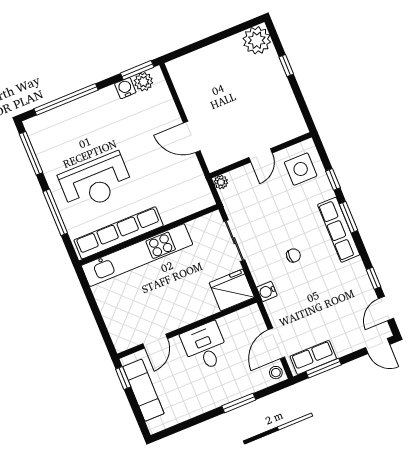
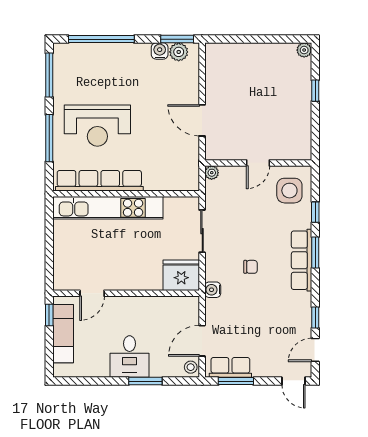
plant: (257, 40) -> (304, 50), width x0.53, depth x0.53
desk: (205, 347) -> (129, 357), moved, turned 180

